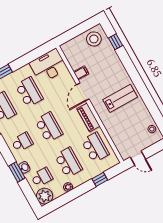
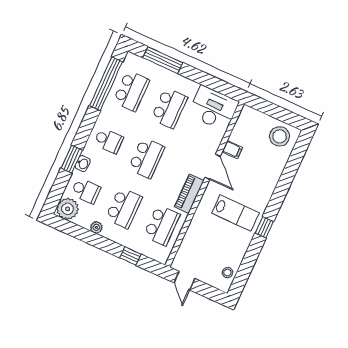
window: (115, 42) -> (264, 227), moved
door: (83, 92) -> (213, 167), swing flipped

